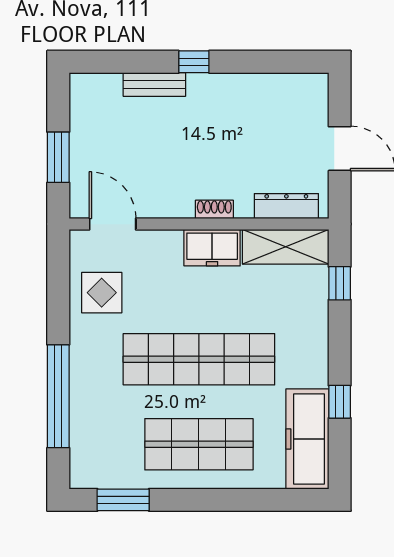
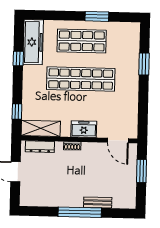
window: (194, 62) -> (80, 212), width x3.17
freezer: (212, 248) -> (84, 129), moved
display table: (102, 293) -> (123, 110), removed
window: (58, 396) -> (144, 64), width x0.47
window: (123, 500) -> (97, 16), moved

